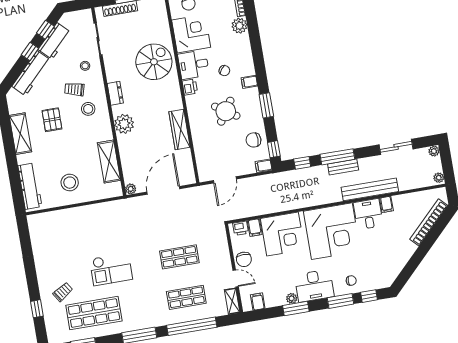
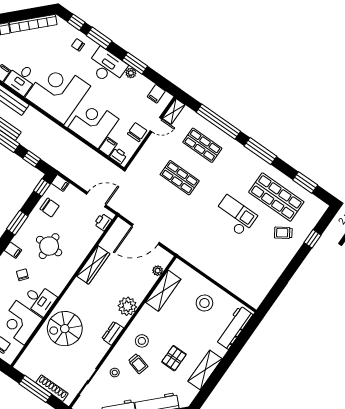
printer: (190, 87) -> (103, 222), moved
round table: (226, 111) -> (49, 246), turned -33
plant: (131, 189) -> (158, 271), moved
bookcase: (400, 264) -> (33, 24), added
door: (236, 278) -> (156, 125), swing flipped

